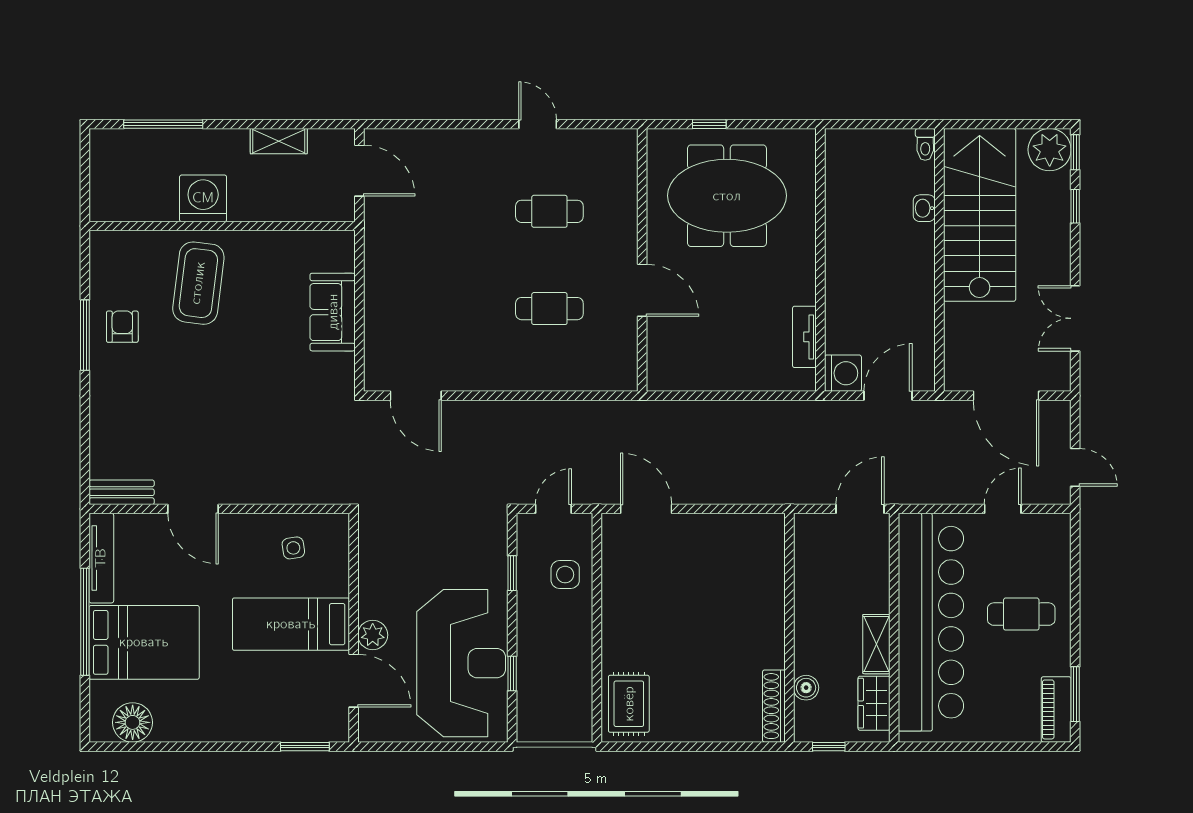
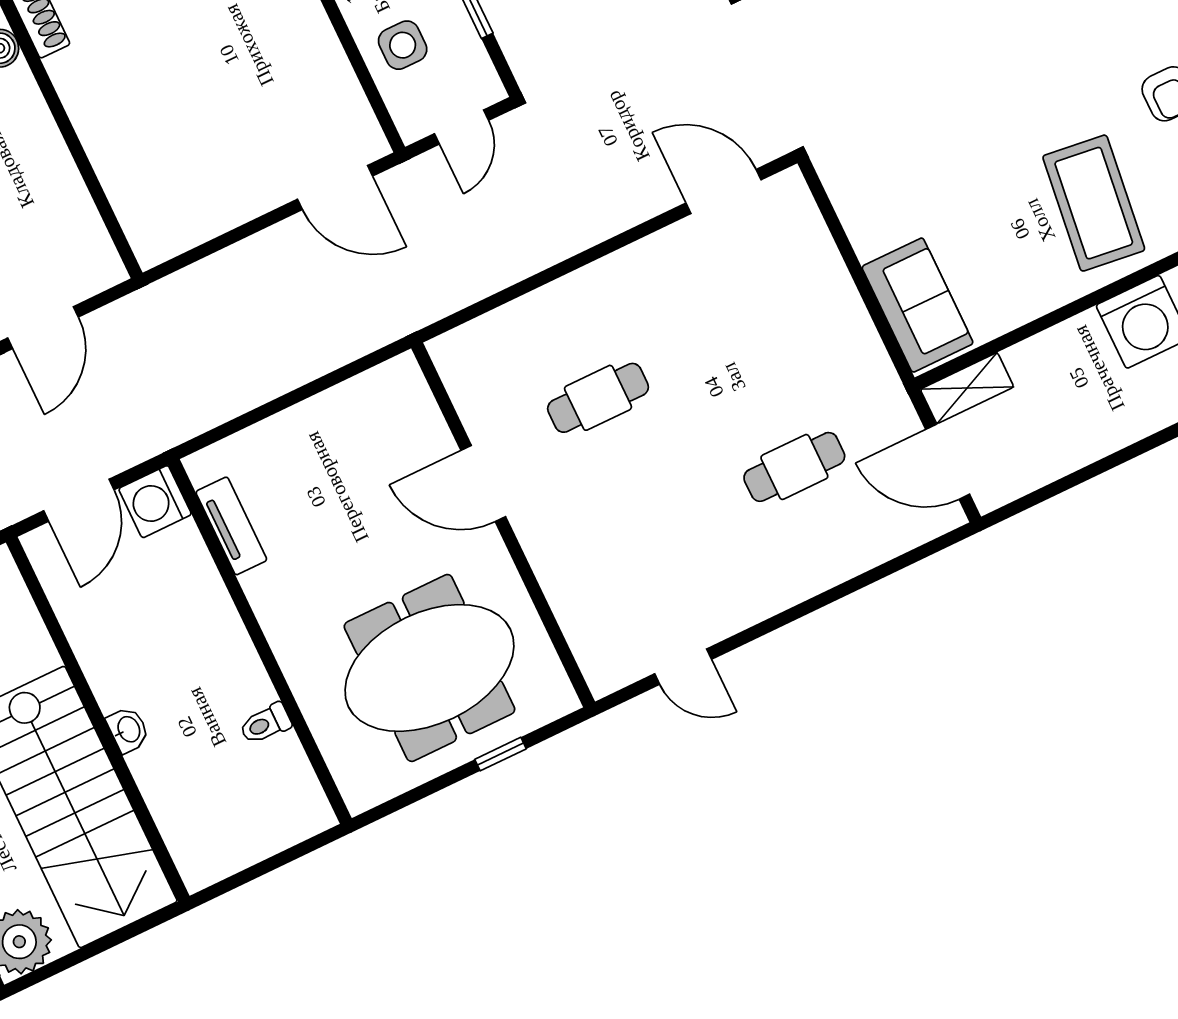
door: (538, 124) -> (683, 667), moved
shelving: (279, 141) -> (967, 388), moved
toilet: (925, 144) -> (265, 724), moved, turned -90
washbasin: (924, 208) -> (128, 730), moved
cafe table: (549, 211) -> (794, 467), moved
sofa: (333, 312) -> (918, 305), moved

